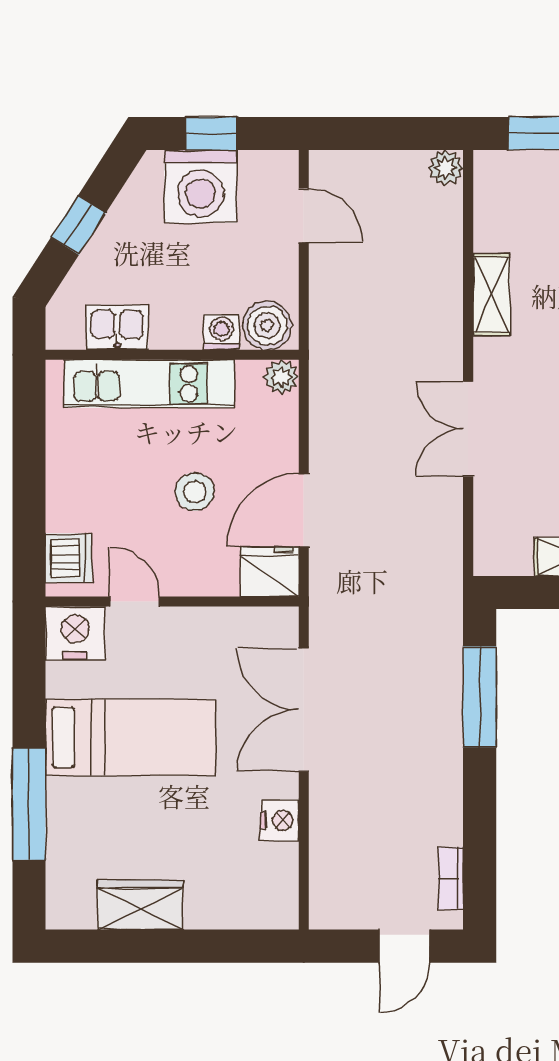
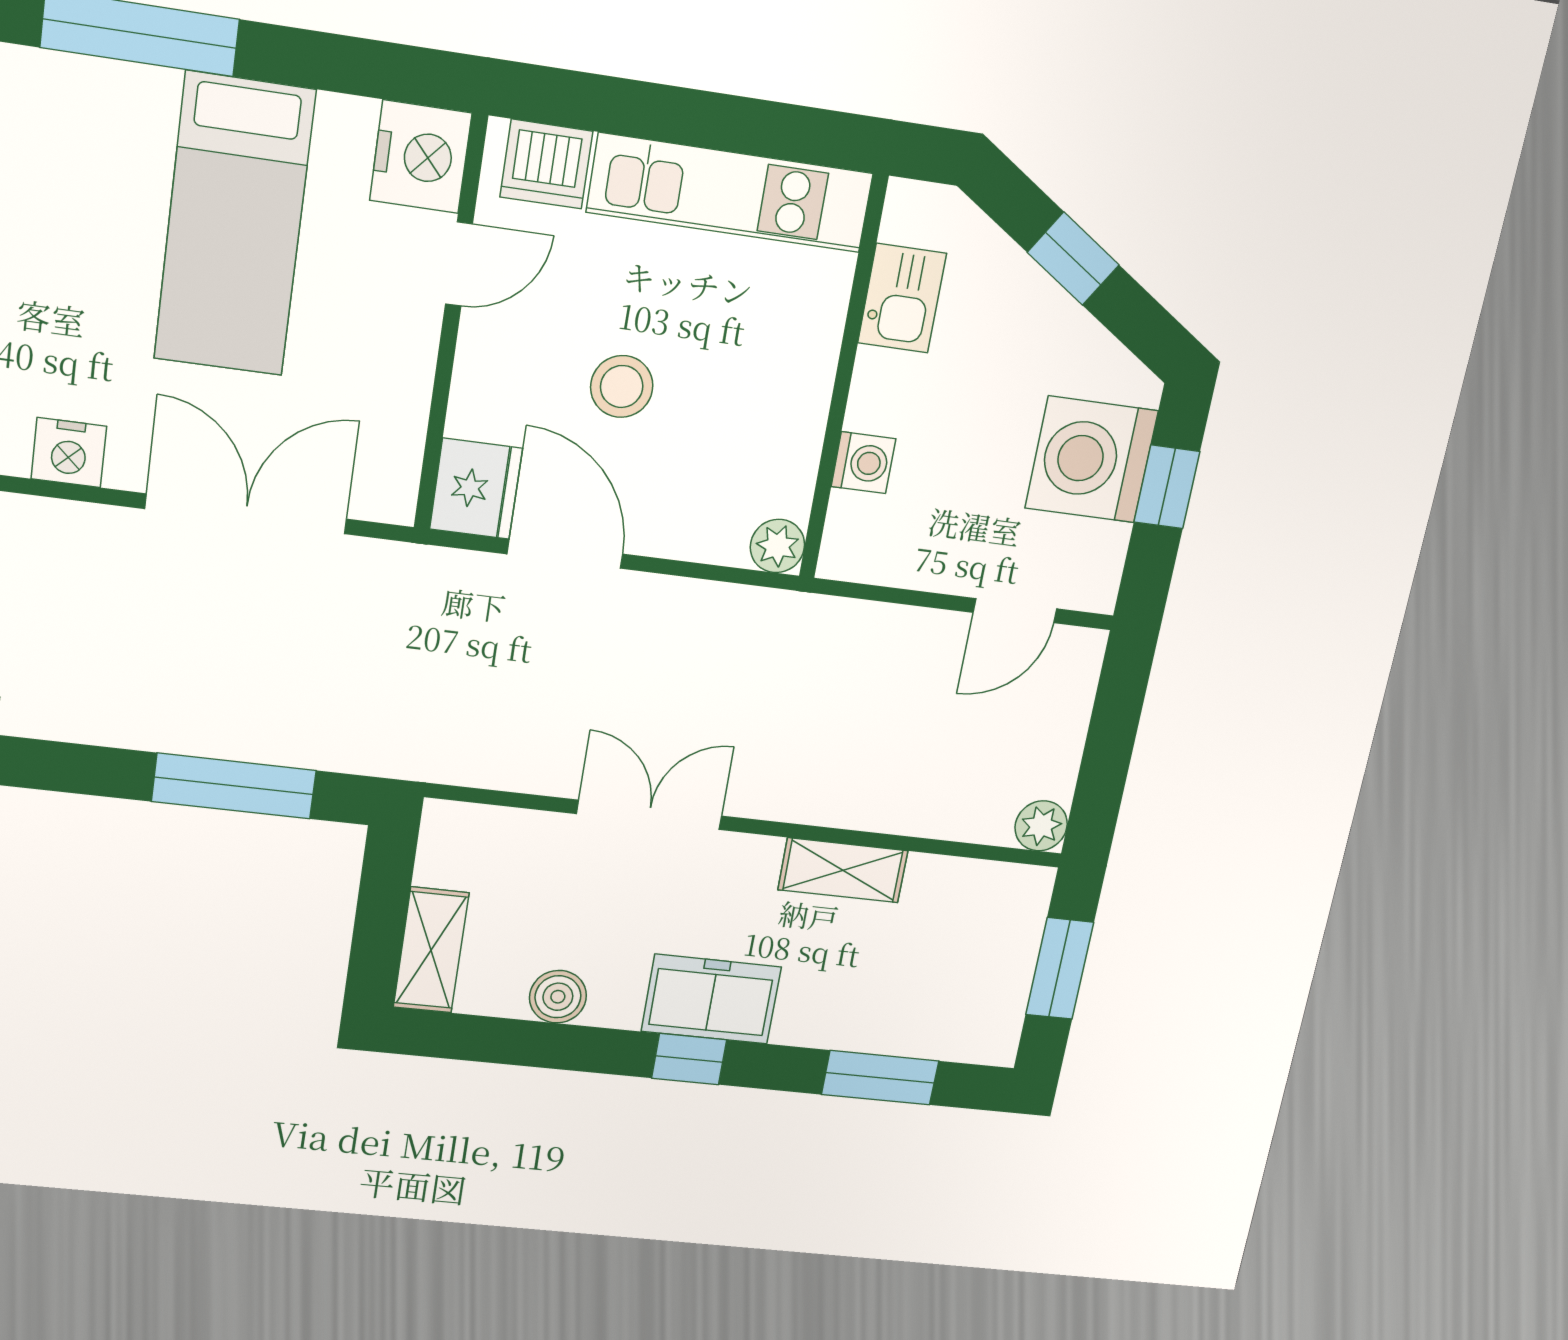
boiler: (267, 325) -> (860, 534), removed
kitchen unit: (149, 384) -> (730, 193), moved, turned -90

